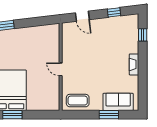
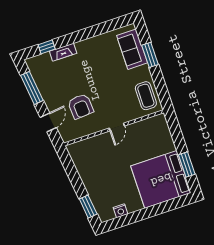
window: (114, 12) -> (32, 88), width x2.17
armchair: (87, 46) -> (81, 106), added
fireplace: (134, 64) -> (63, 52), moved

